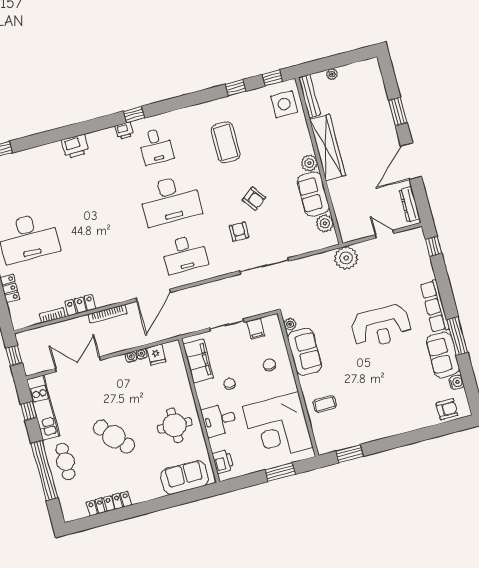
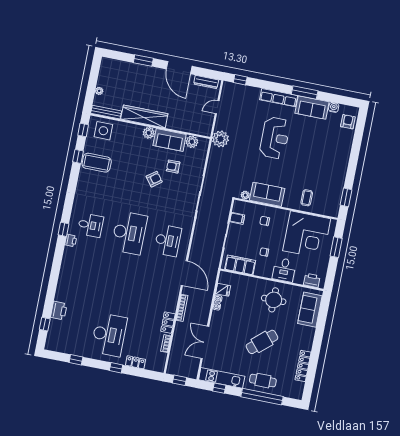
coffee table: (226, 142) -> (97, 163), moved
printer: (75, 146) -> (59, 310), moved
armchair: (239, 232) -> (173, 166), moved

